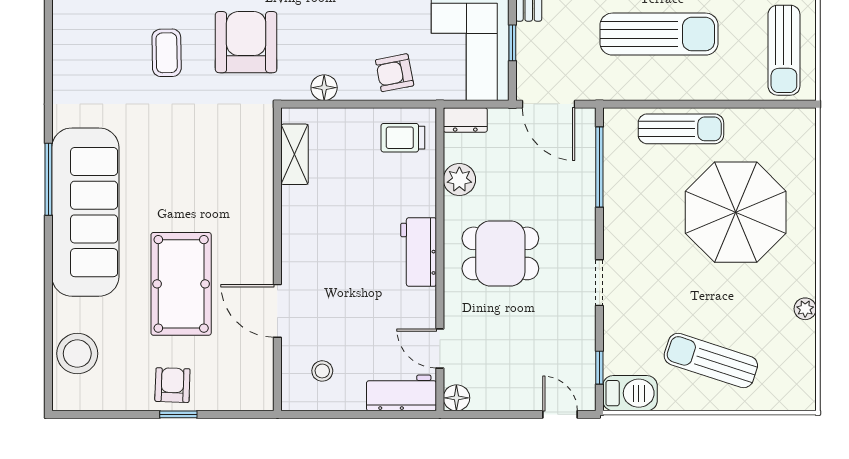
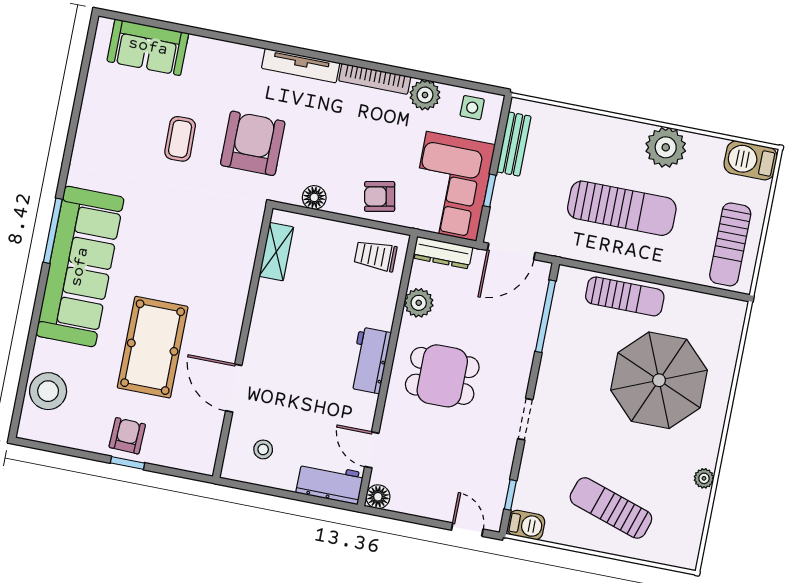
door: (549, 104) -> (511, 251), hinge flipped
dresser: (465, 120) -> (443, 253), width x1.44
barbecue: (630, 393) -> (526, 525), width x0.73, depth x0.79

